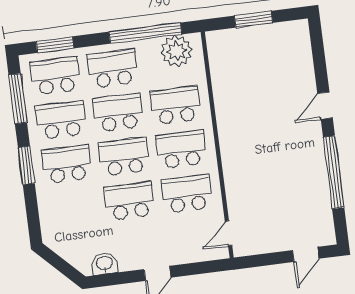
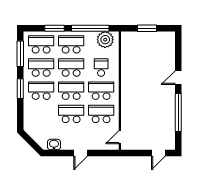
window: (55, 45) -> (55, 28), moved
school desk: (176, 105) -> (101, 68), width x0.54

